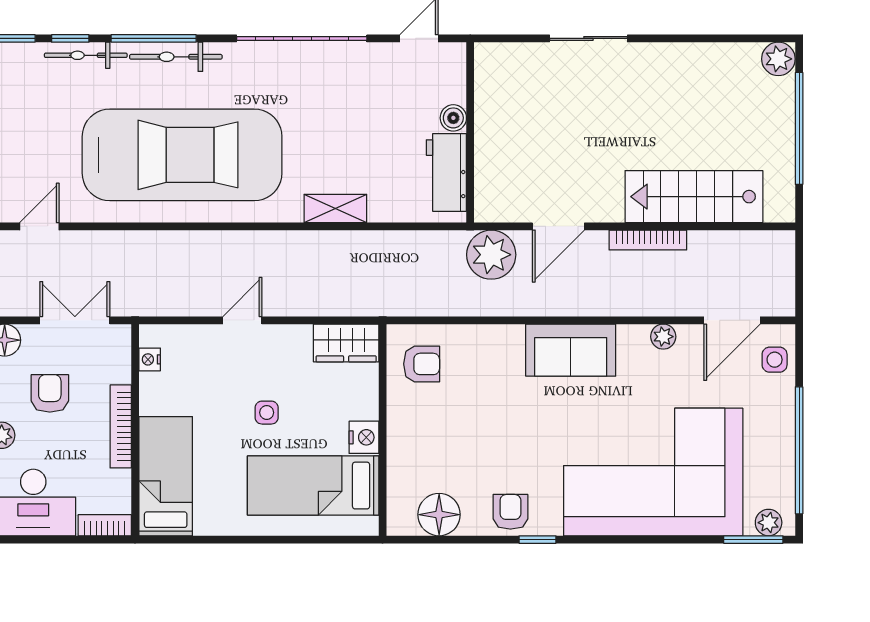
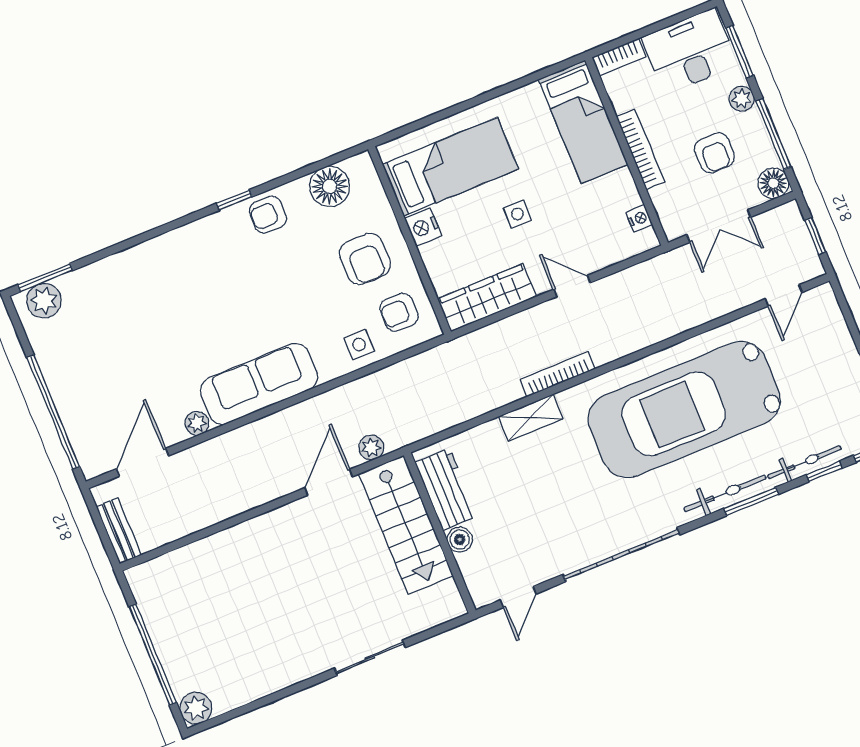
window: (154, 38) -> (751, 501), width x0.69
stairs: (694, 197) -> (406, 525), moved, turned 90
bookcase: (648, 240) -> (558, 374), moved
plant: (491, 255) -> (371, 447), width x0.53, depth x0.53
bench: (783, 263) -> (119, 531), added
door: (242, 320) -> (572, 286), swing flipped
wardrobe: (346, 343) -> (487, 298), width x1.50
sofa: (571, 350) -> (259, 384), width x1.36
side table: (775, 360) -> (359, 345), moved
armchair: (434, 430) -> (365, 259), added
window: (799, 450) -> (53, 412), moved
corner sofa: (653, 472) -> (157, 301), removed
armchair: (510, 512) -> (268, 215), turned 90
plant: (769, 523) -> (44, 301), width x1.38, depth x1.38

